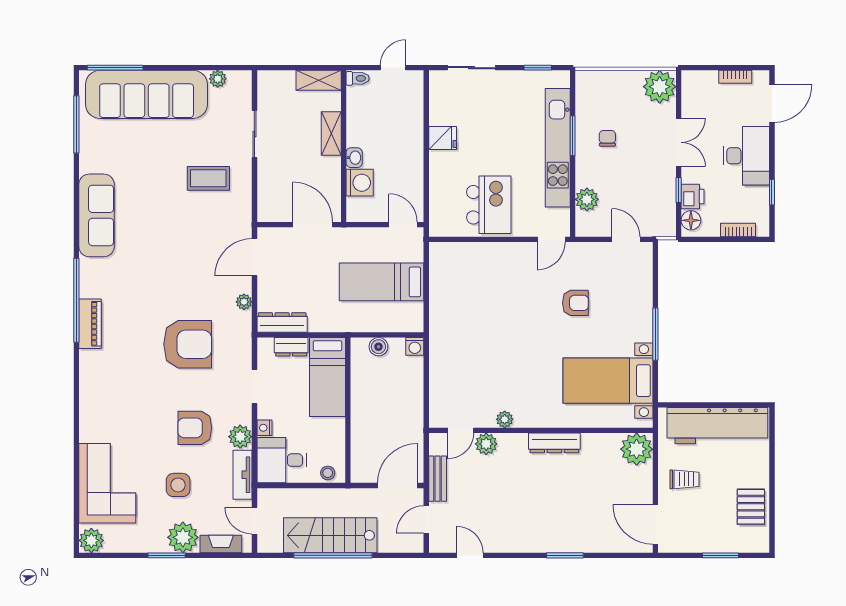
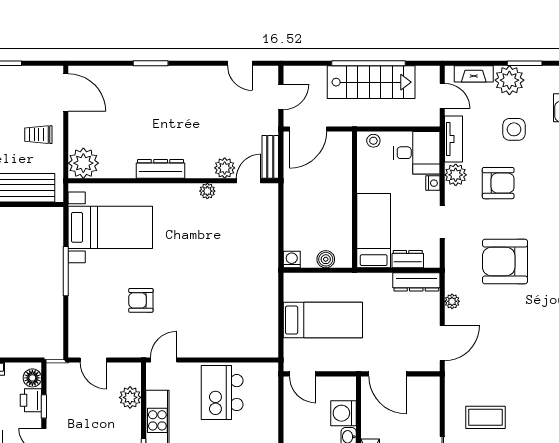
bench: (438, 479) -> (270, 157), moved

